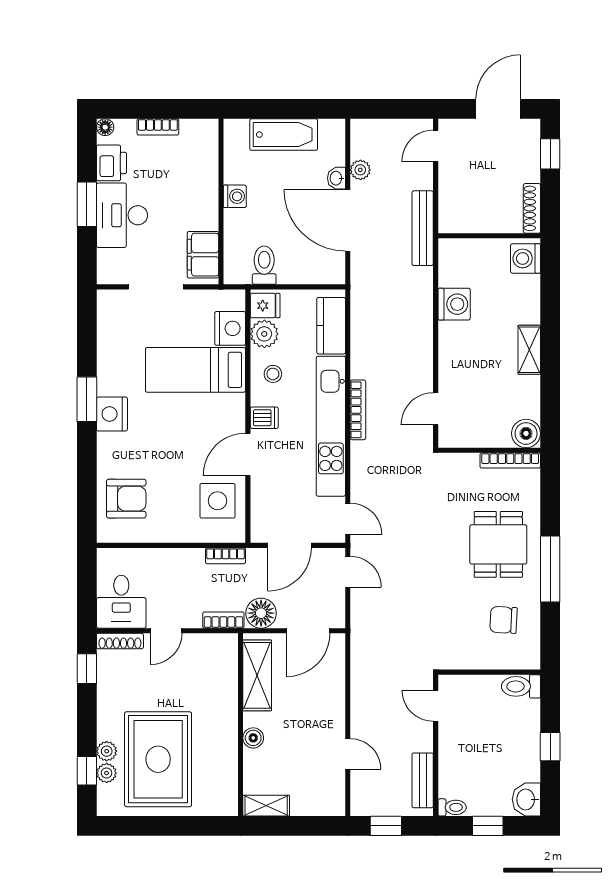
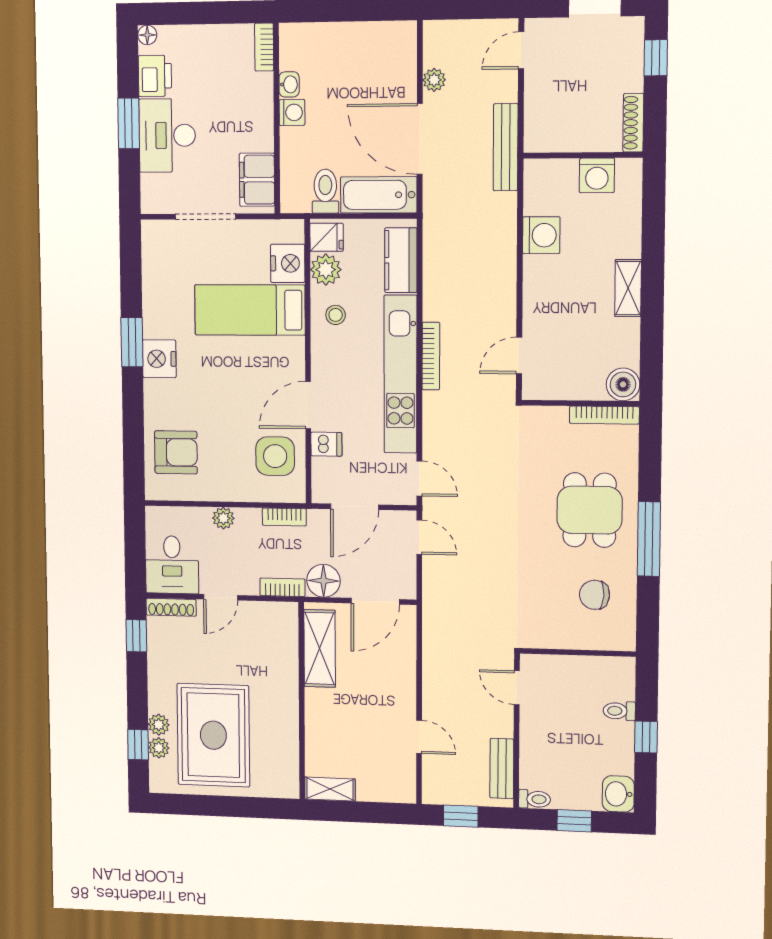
bookcase: (158, 127) -> (264, 47), moved, turned 90
bathtub: (284, 135) -> (379, 195), moved, turned 180
washbasin: (336, 178) -> (289, 84), moved, turned 180
washing machine: (526, 258) -> (597, 175), moved, turned -90
dishwasher: (264, 418) -> (326, 444), moved
plant: (170, 558) -> (223, 518), added
toilet: (521, 686) -> (619, 711), moved, width x0.73, depth x0.72
boiler: (253, 738) -> (316, 716), removed

